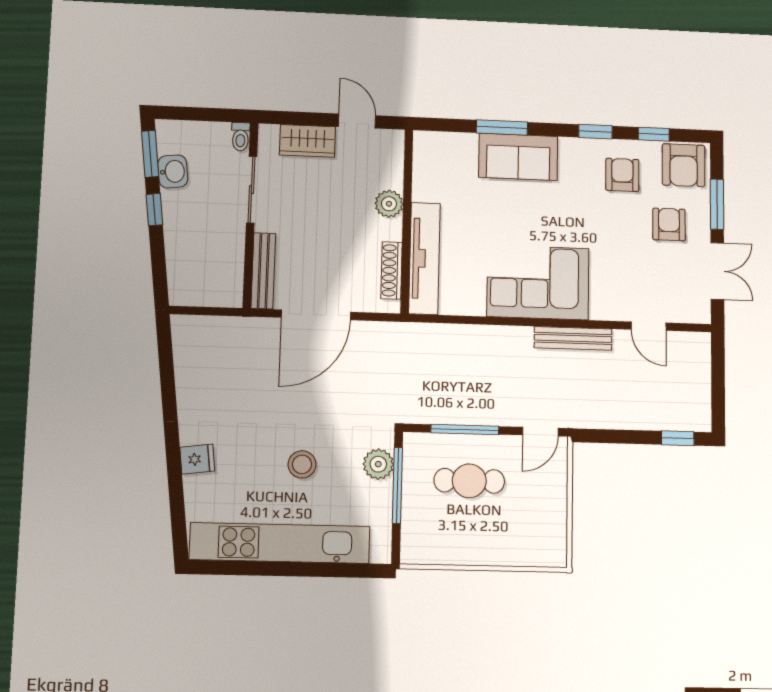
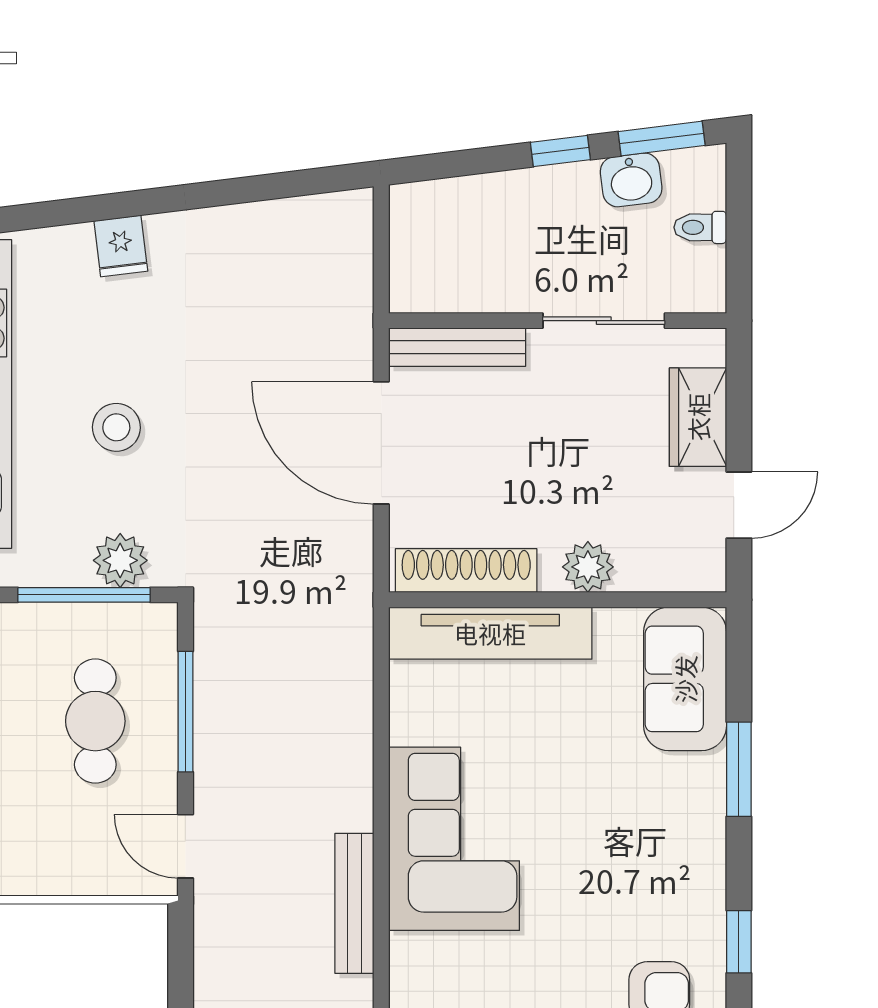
toilet: (241, 137) -> (700, 227), moved
sofa: (518, 157) -> (685, 679), moved
shoe rack: (392, 270) -> (466, 571), width x1.36, depth x1.24

